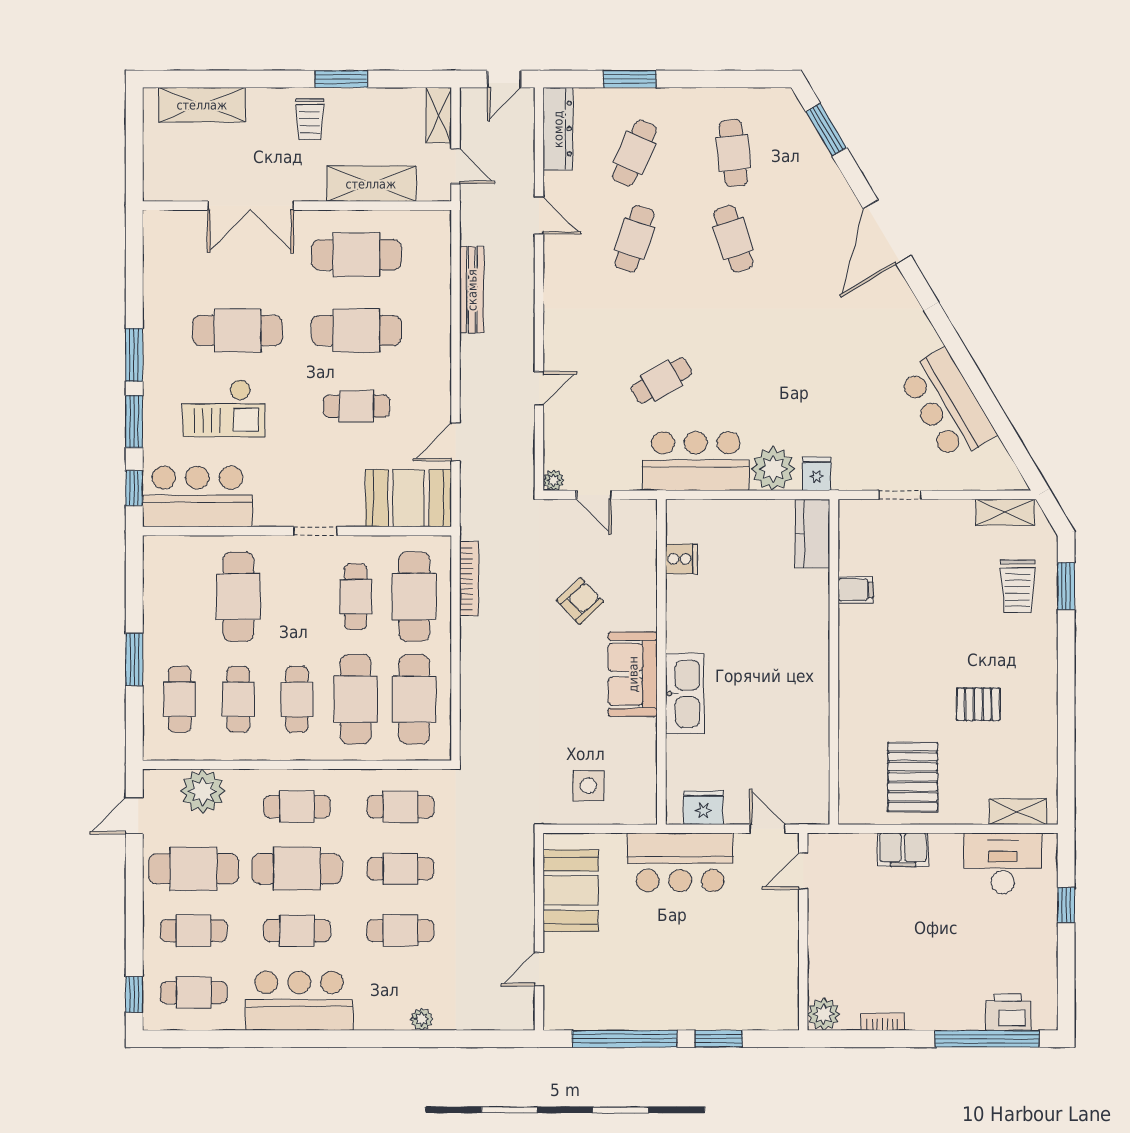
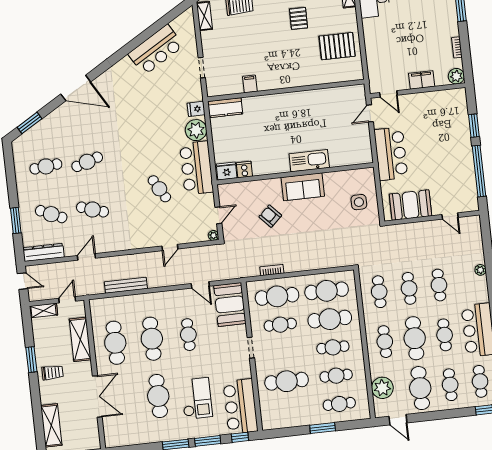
door: (539, 388) -> (170, 247), swing flipped
bookcase: (469, 579) -> (272, 270), width x0.64
fridge: (703, 808) -> (227, 171), moved, turned 90
filing cabinet: (903, 850) -> (422, 80), moved, turned -90

